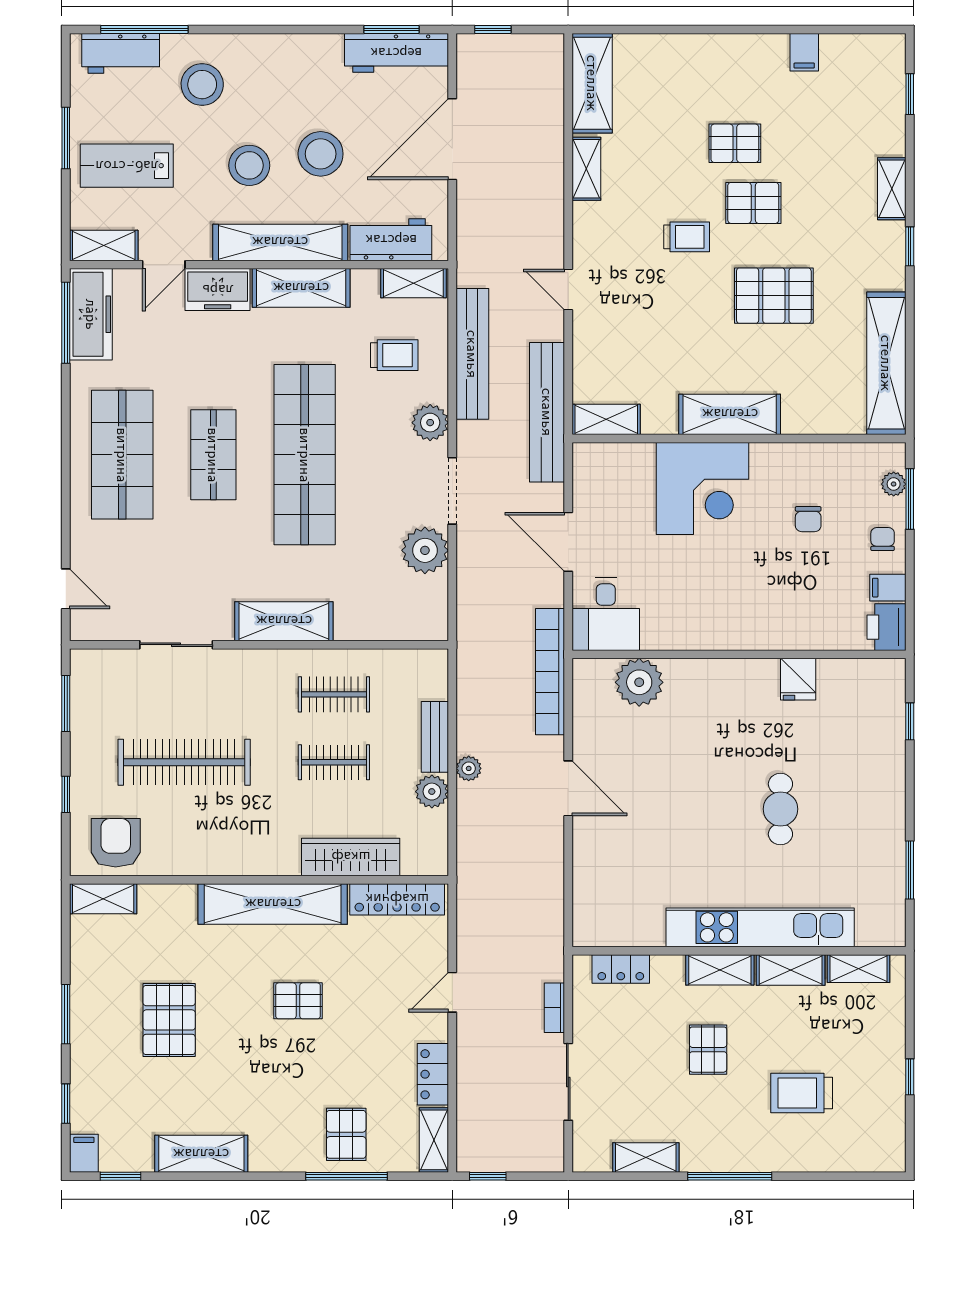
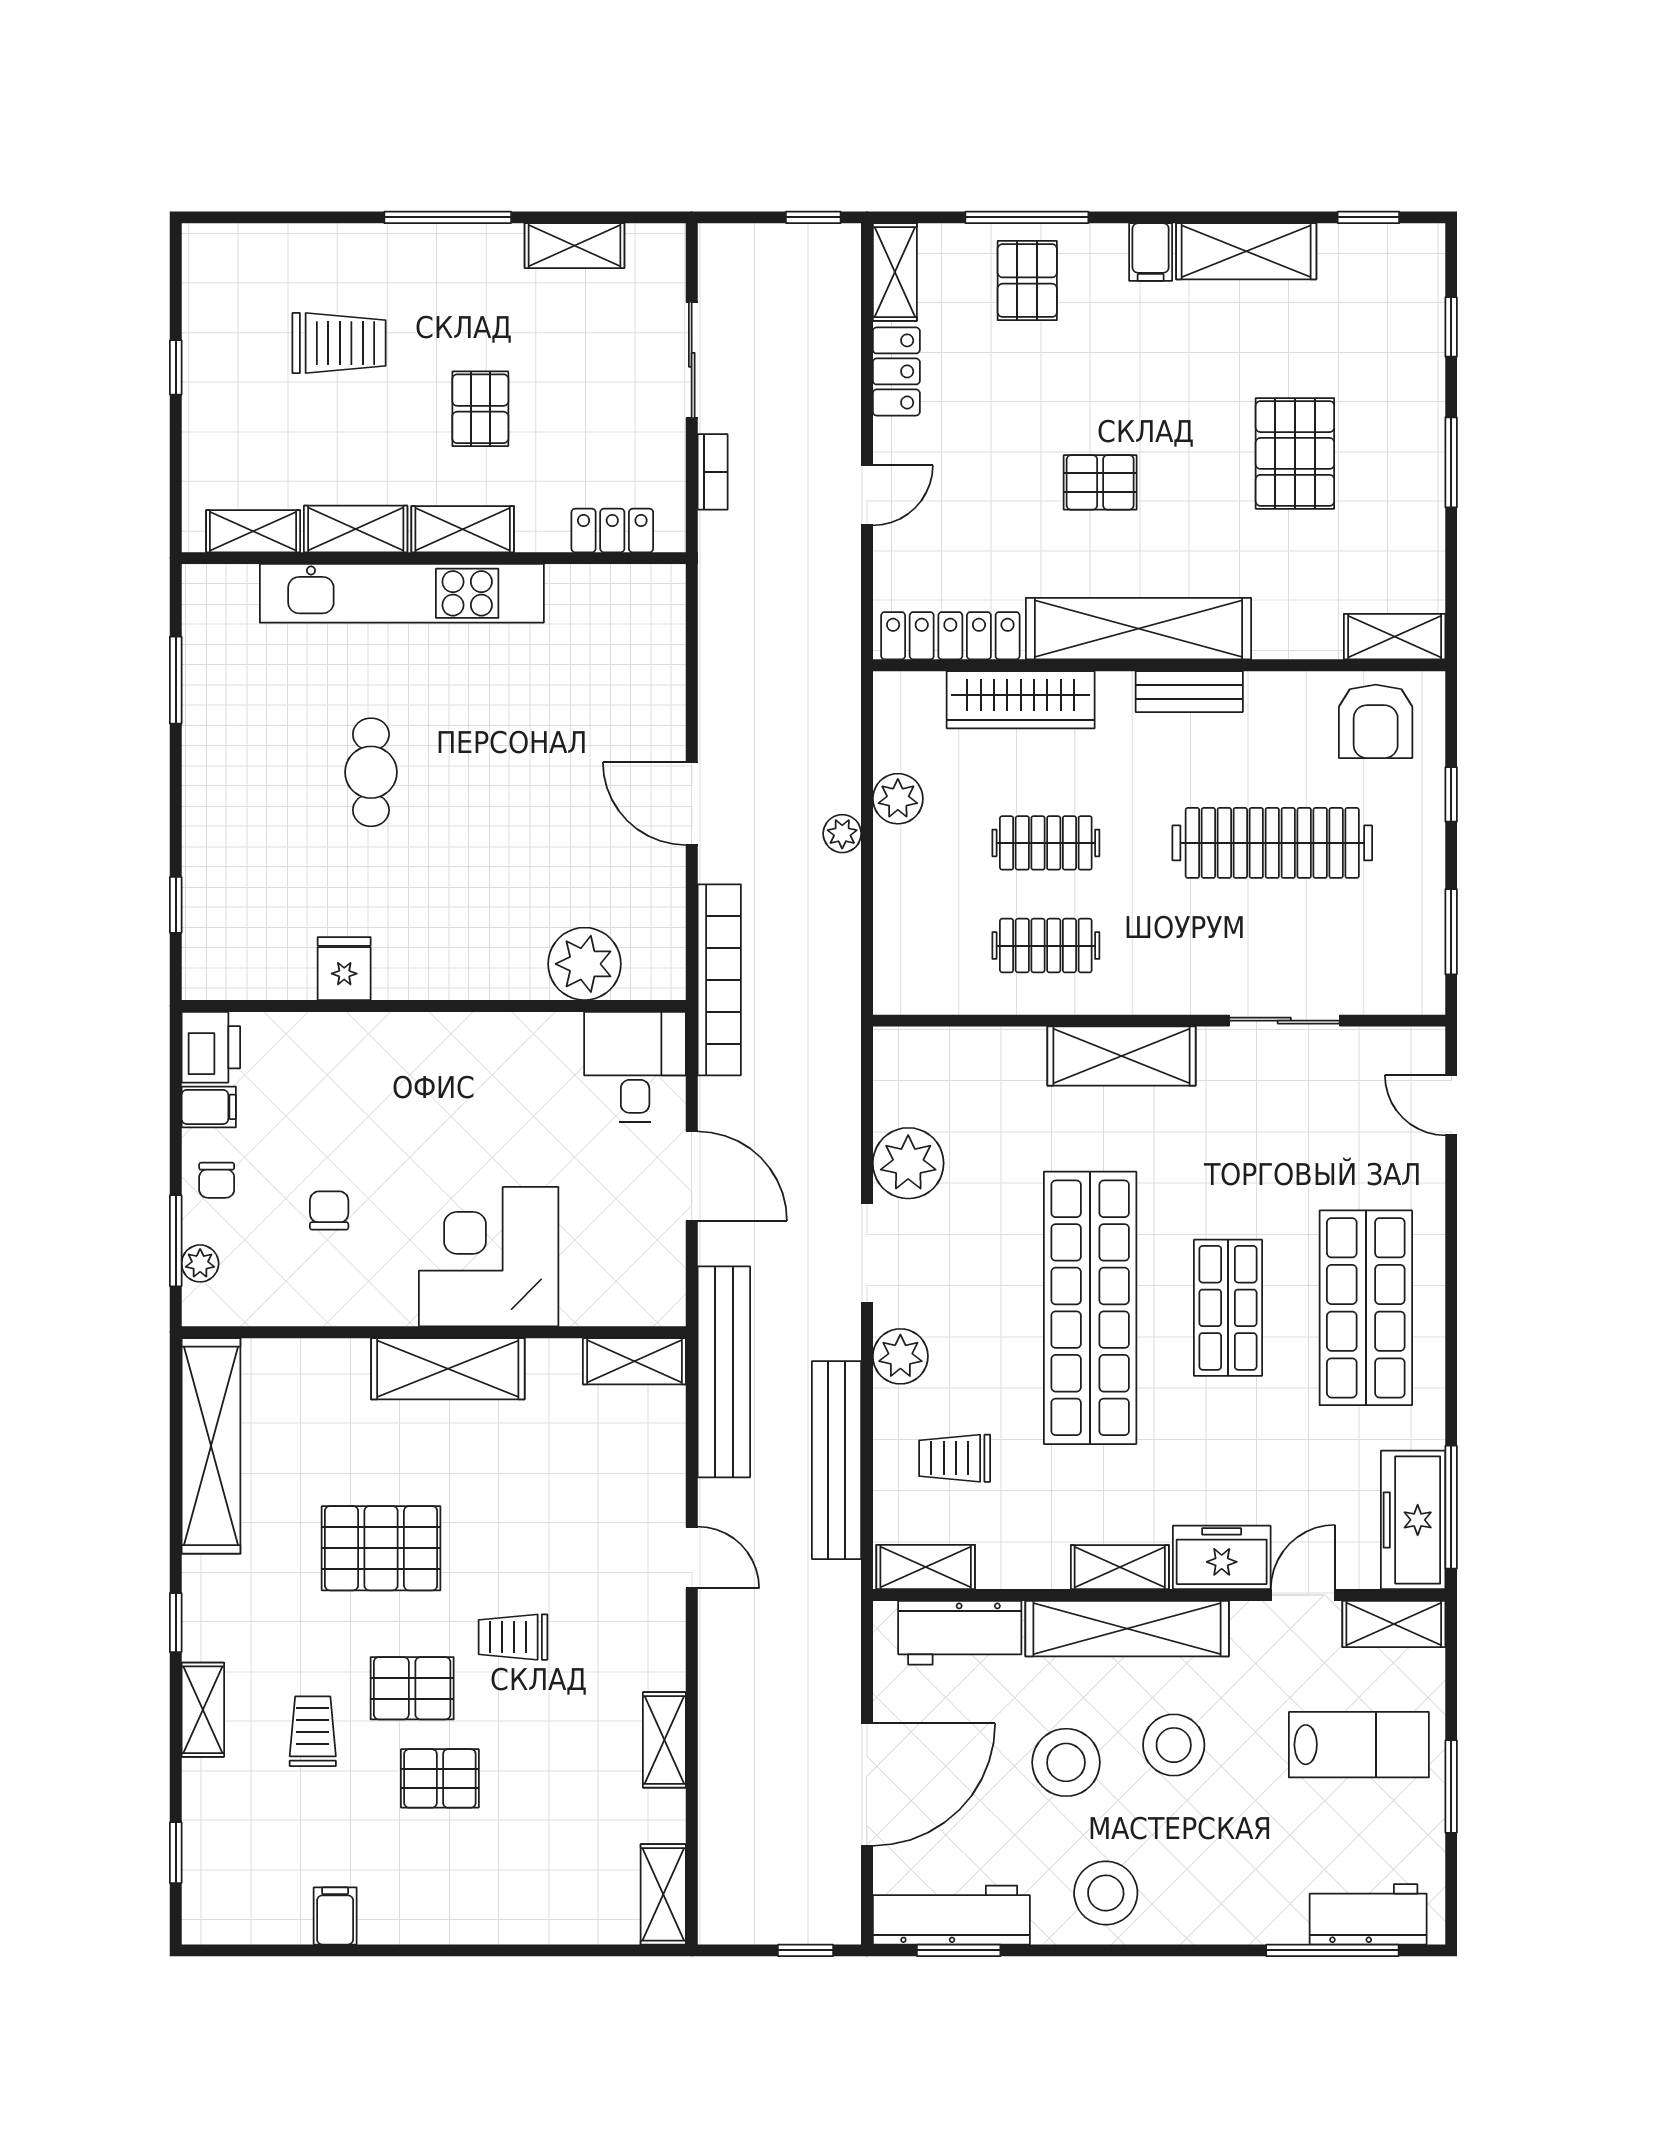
shelving: (592, 83) -> (663, 1894), width x0.67, depth x0.75
stool: (202, 85) -> (1106, 1893), moved
trolley: (819, 174) -> (313, 1731), added
shelving: (301, 288) -> (1120, 1567), width x0.67, depth x0.75
bench: (435, 737) -> (1189, 692), moved, turned 90
filing cabinet: (84, 1153) -> (1151, 252), moved

